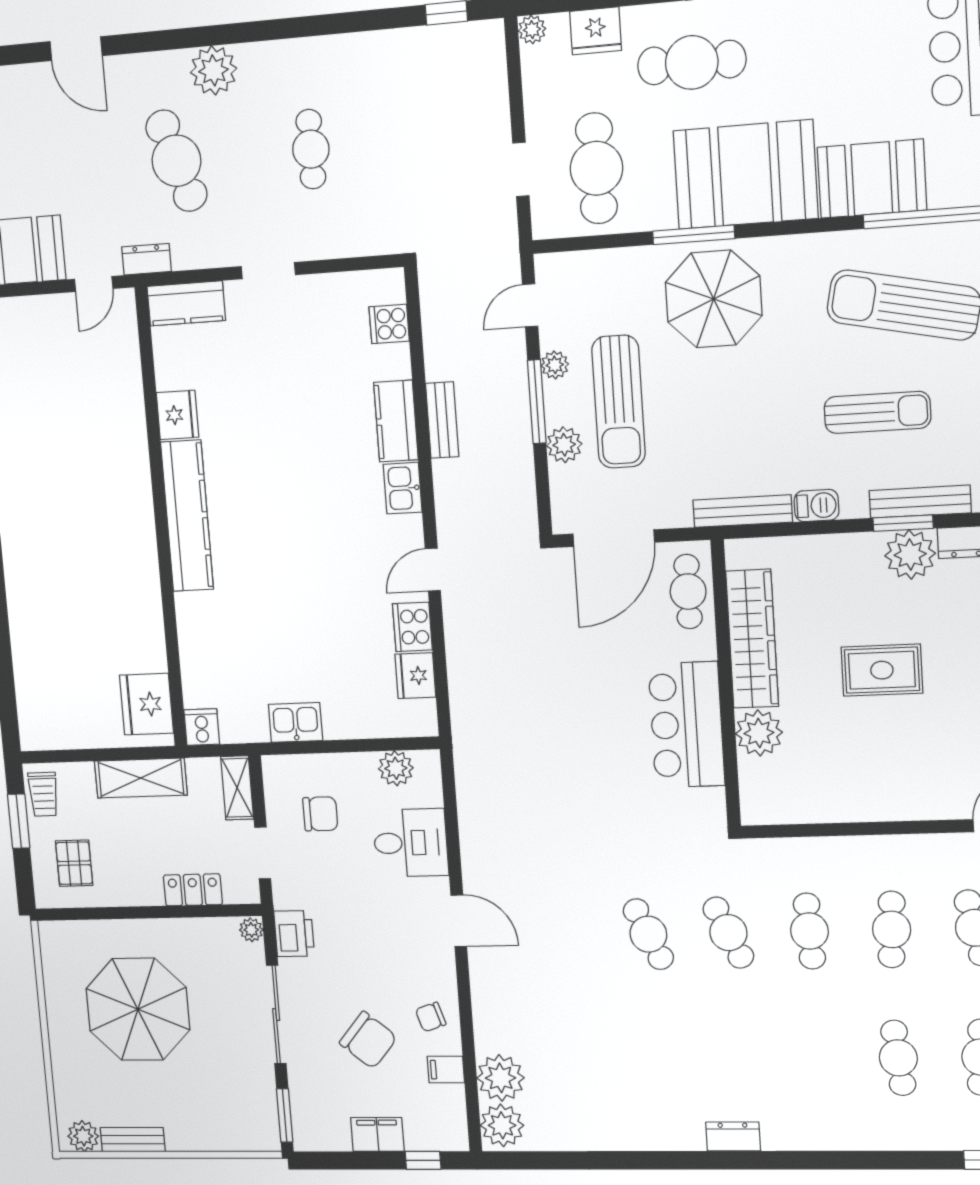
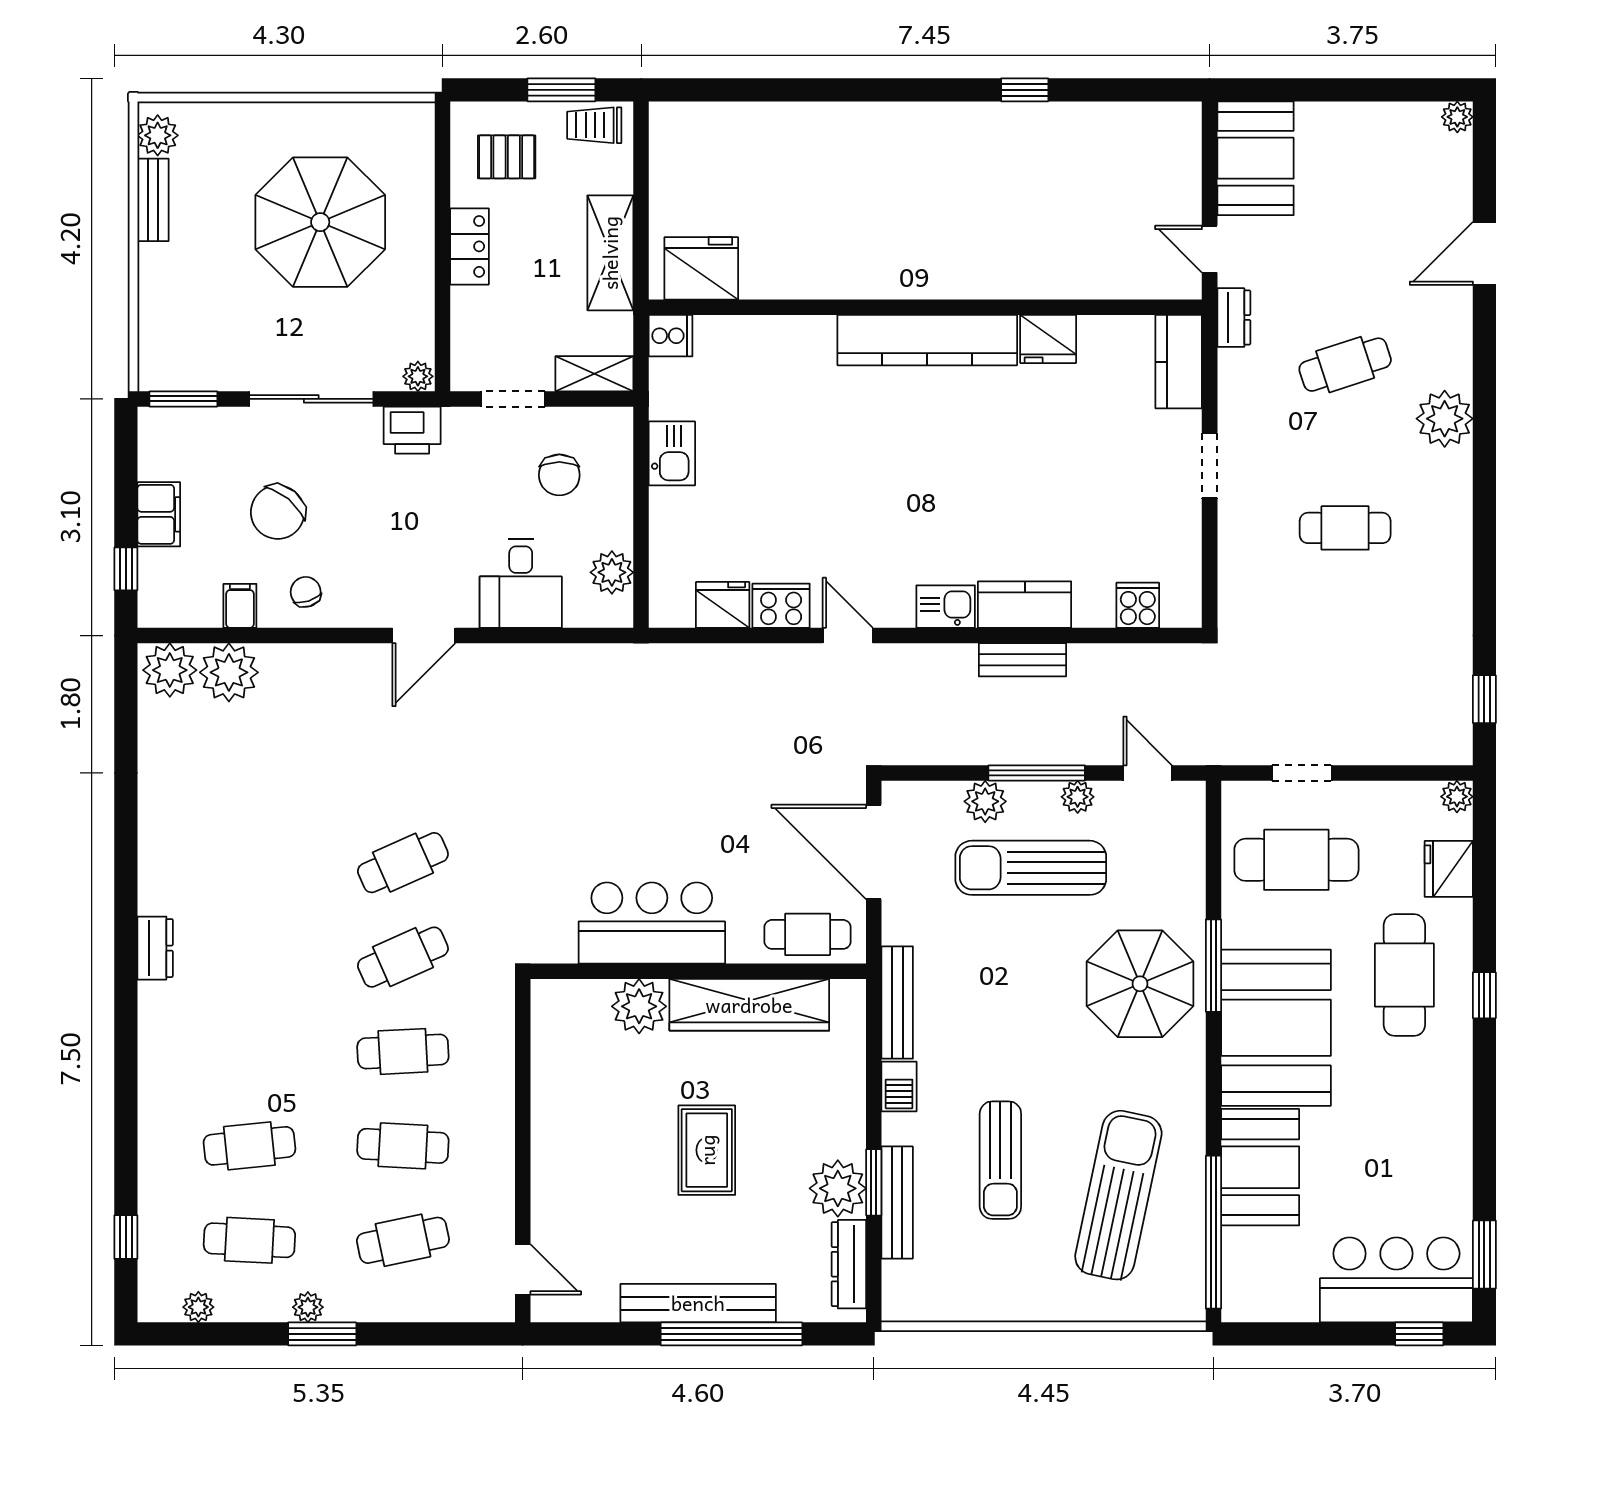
cafe table: (176, 161) -> (1345, 365), width x0.73, depth x0.74
locker: (193, 890) -> (470, 246), moved

